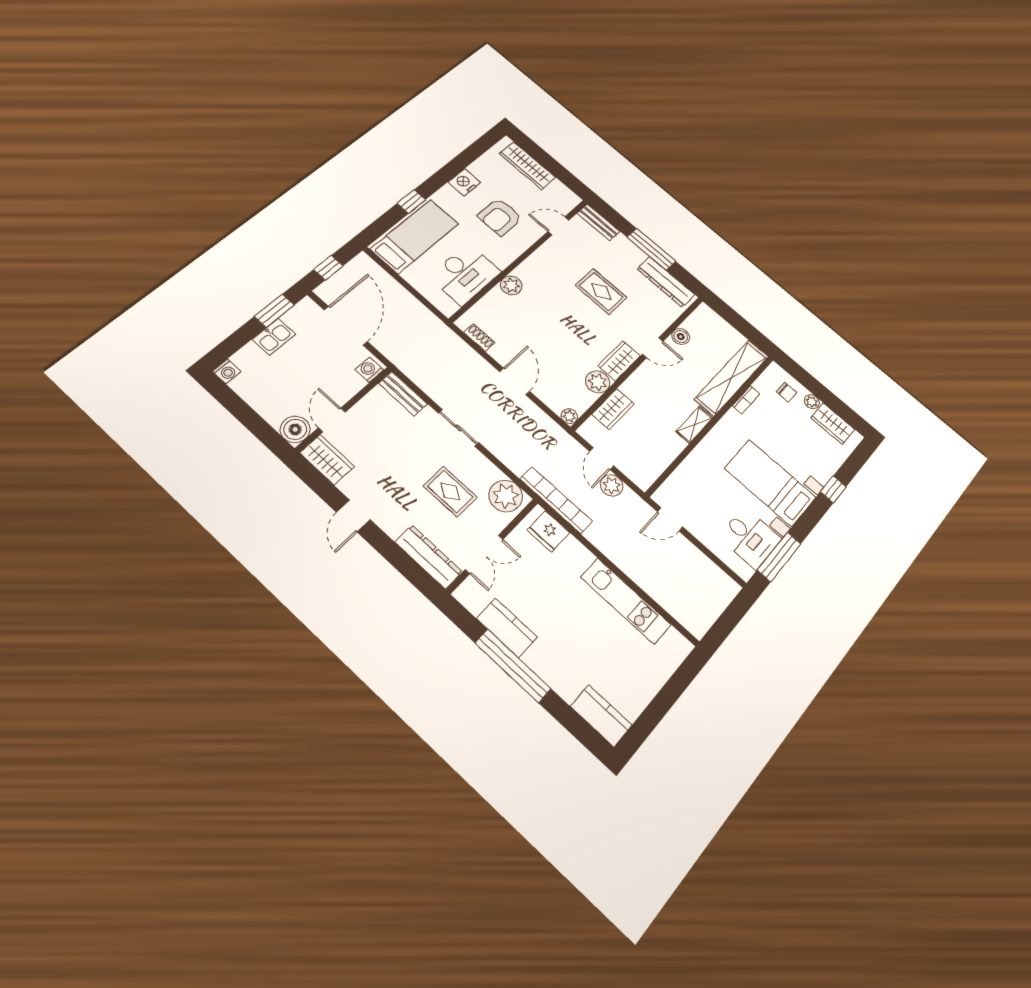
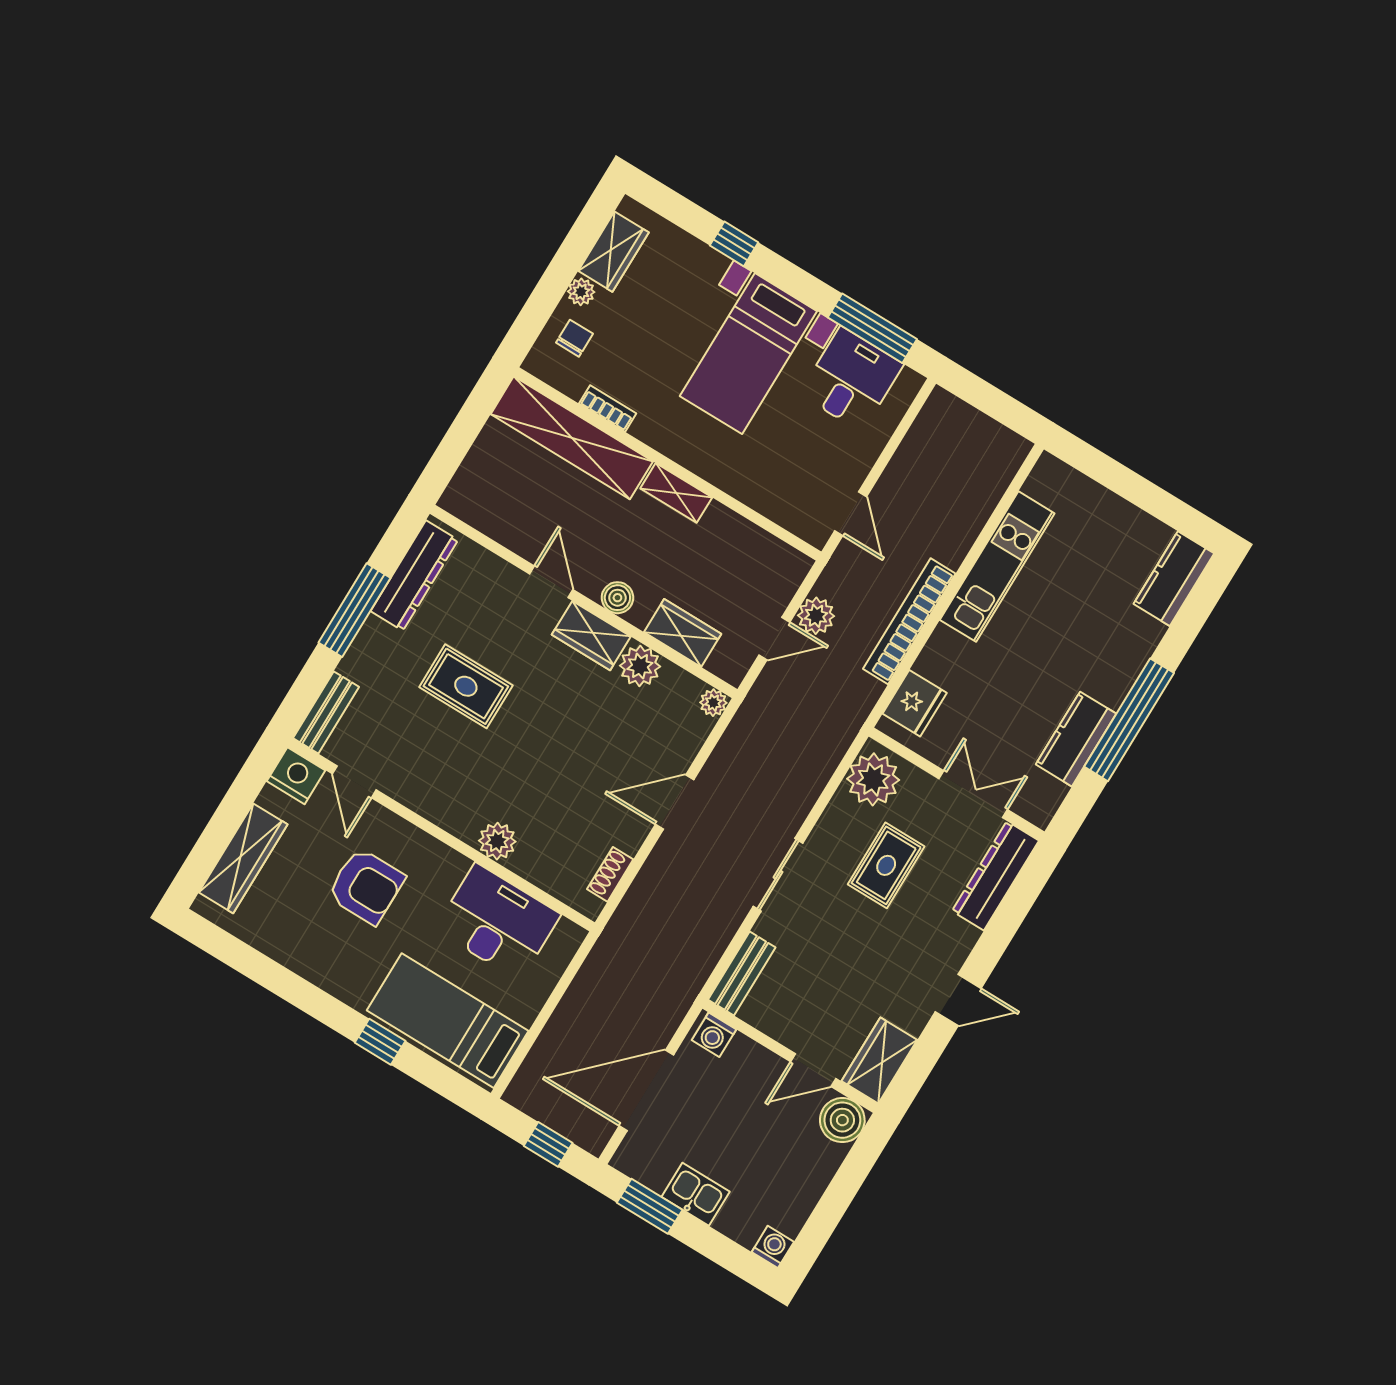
nightstand: (464, 182) -> (296, 776), moved, turned 180
rug: (601, 291) -> (466, 686), turned 90
boiler: (681, 336) -> (617, 598), moved
bookcase: (556, 500) -> (909, 621), moved

